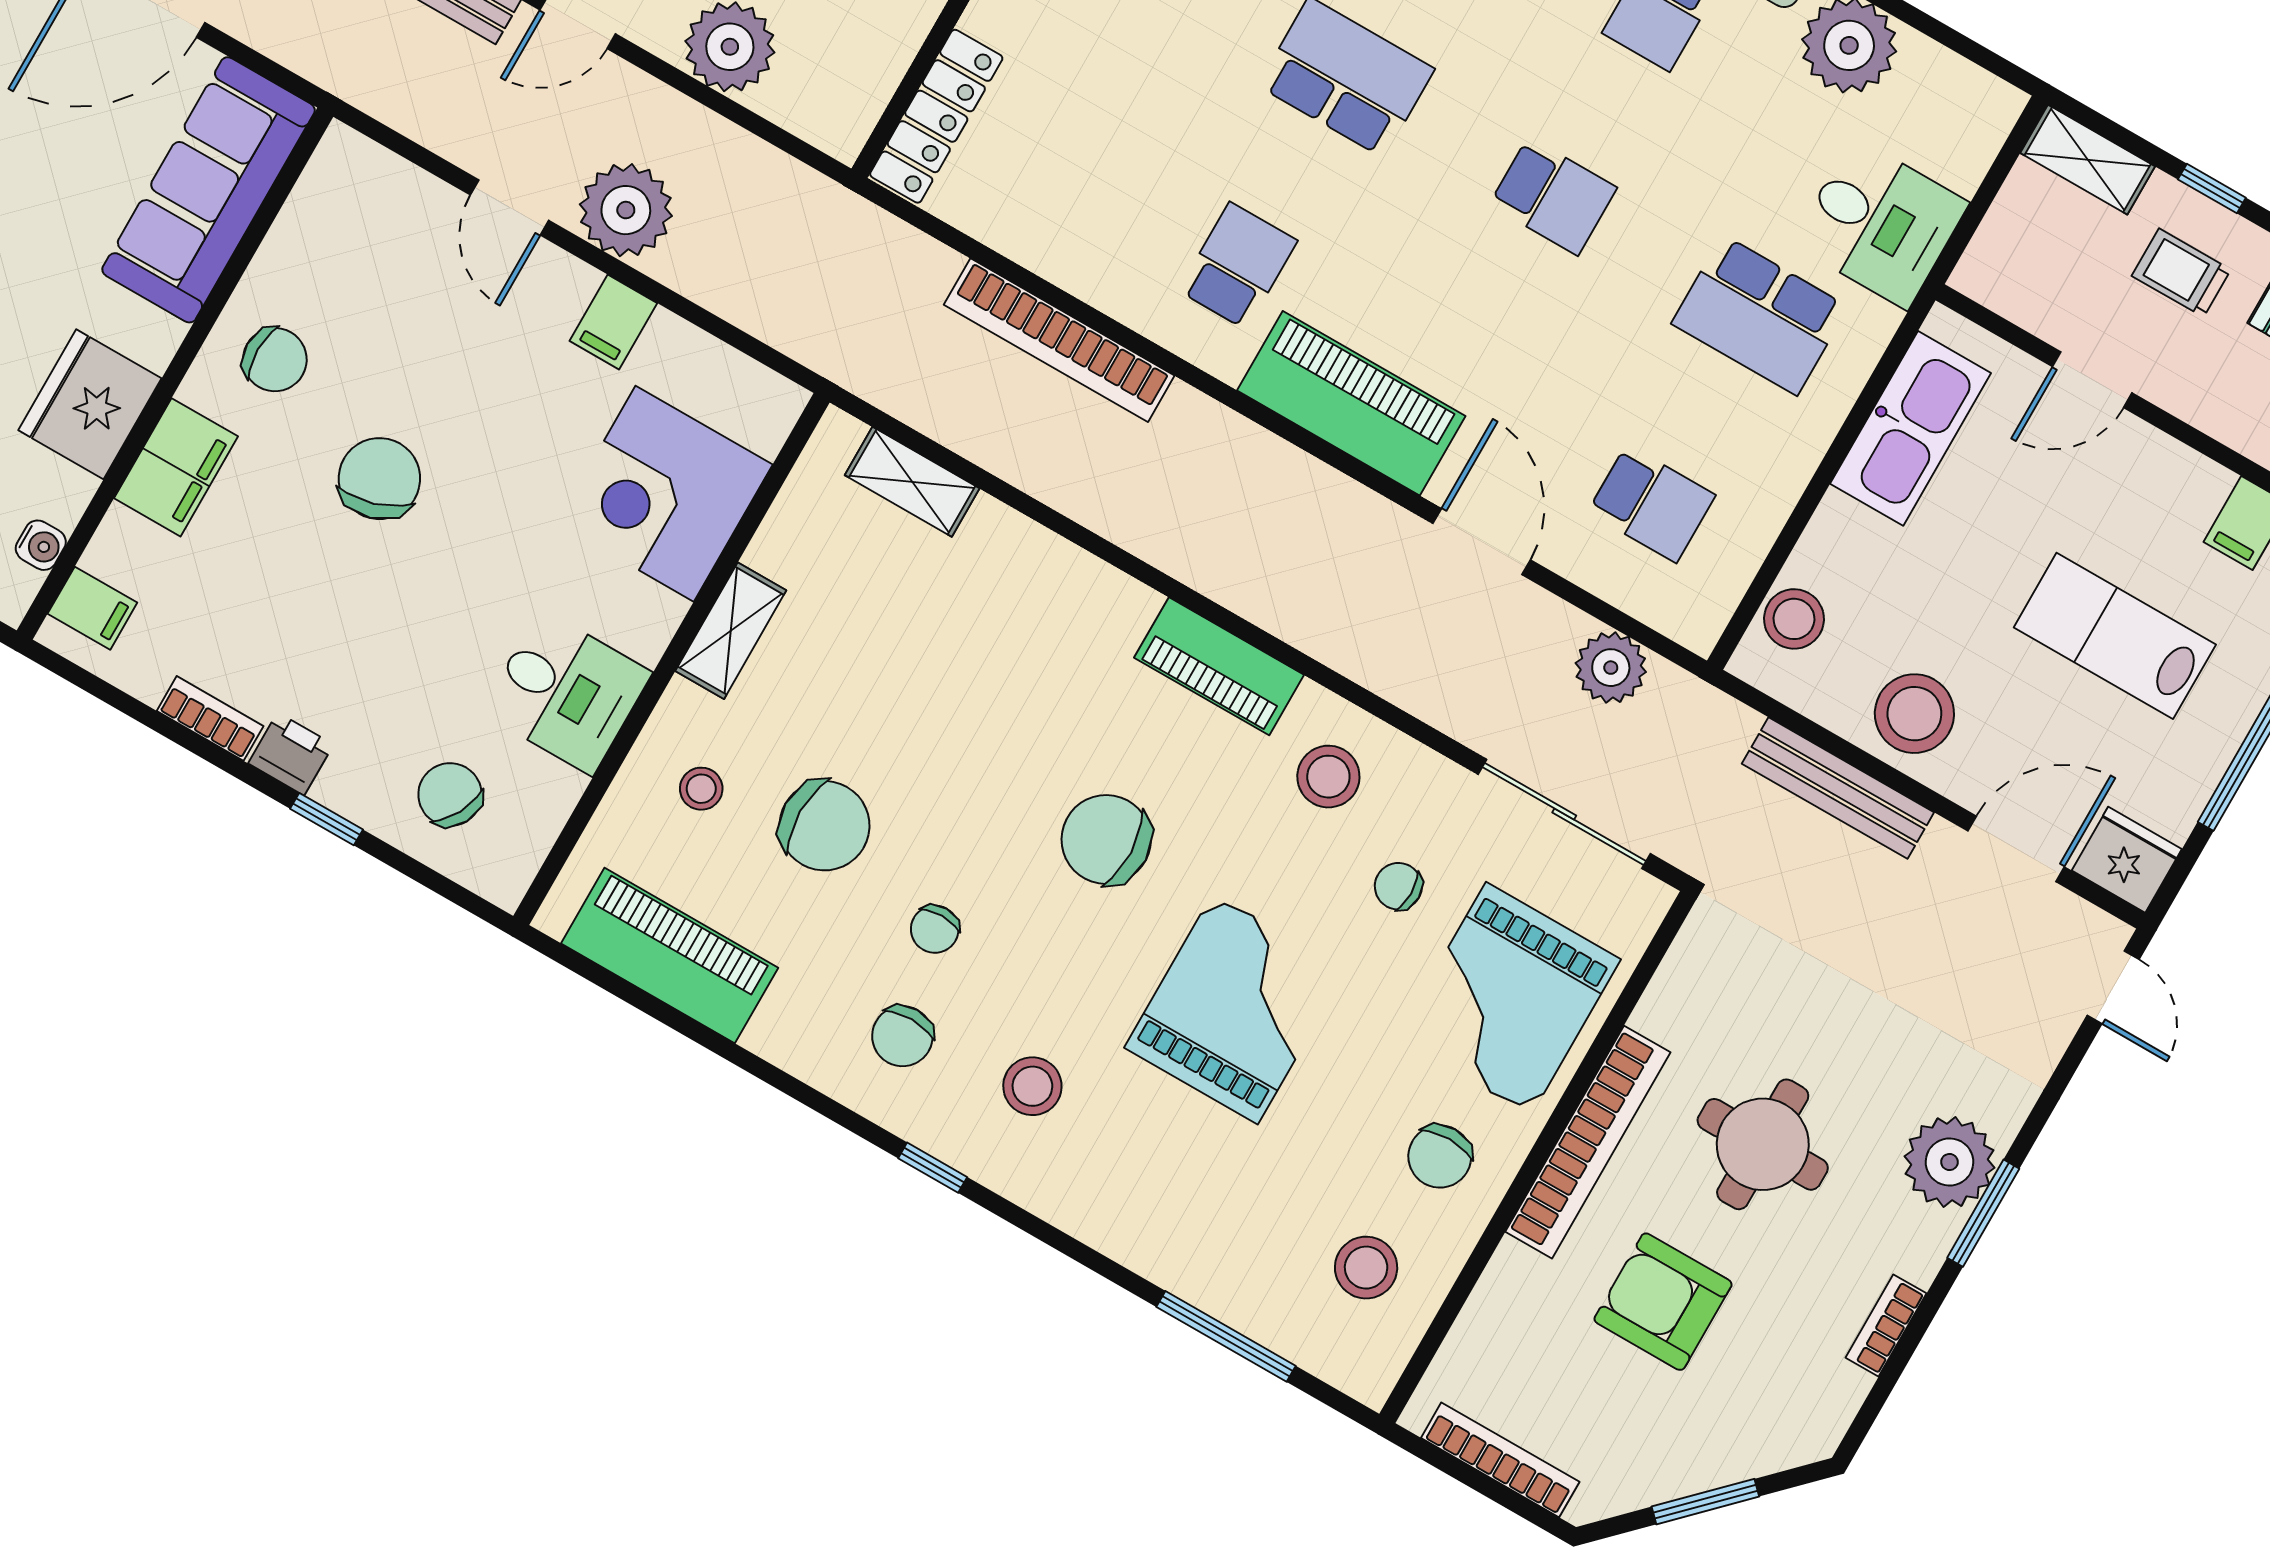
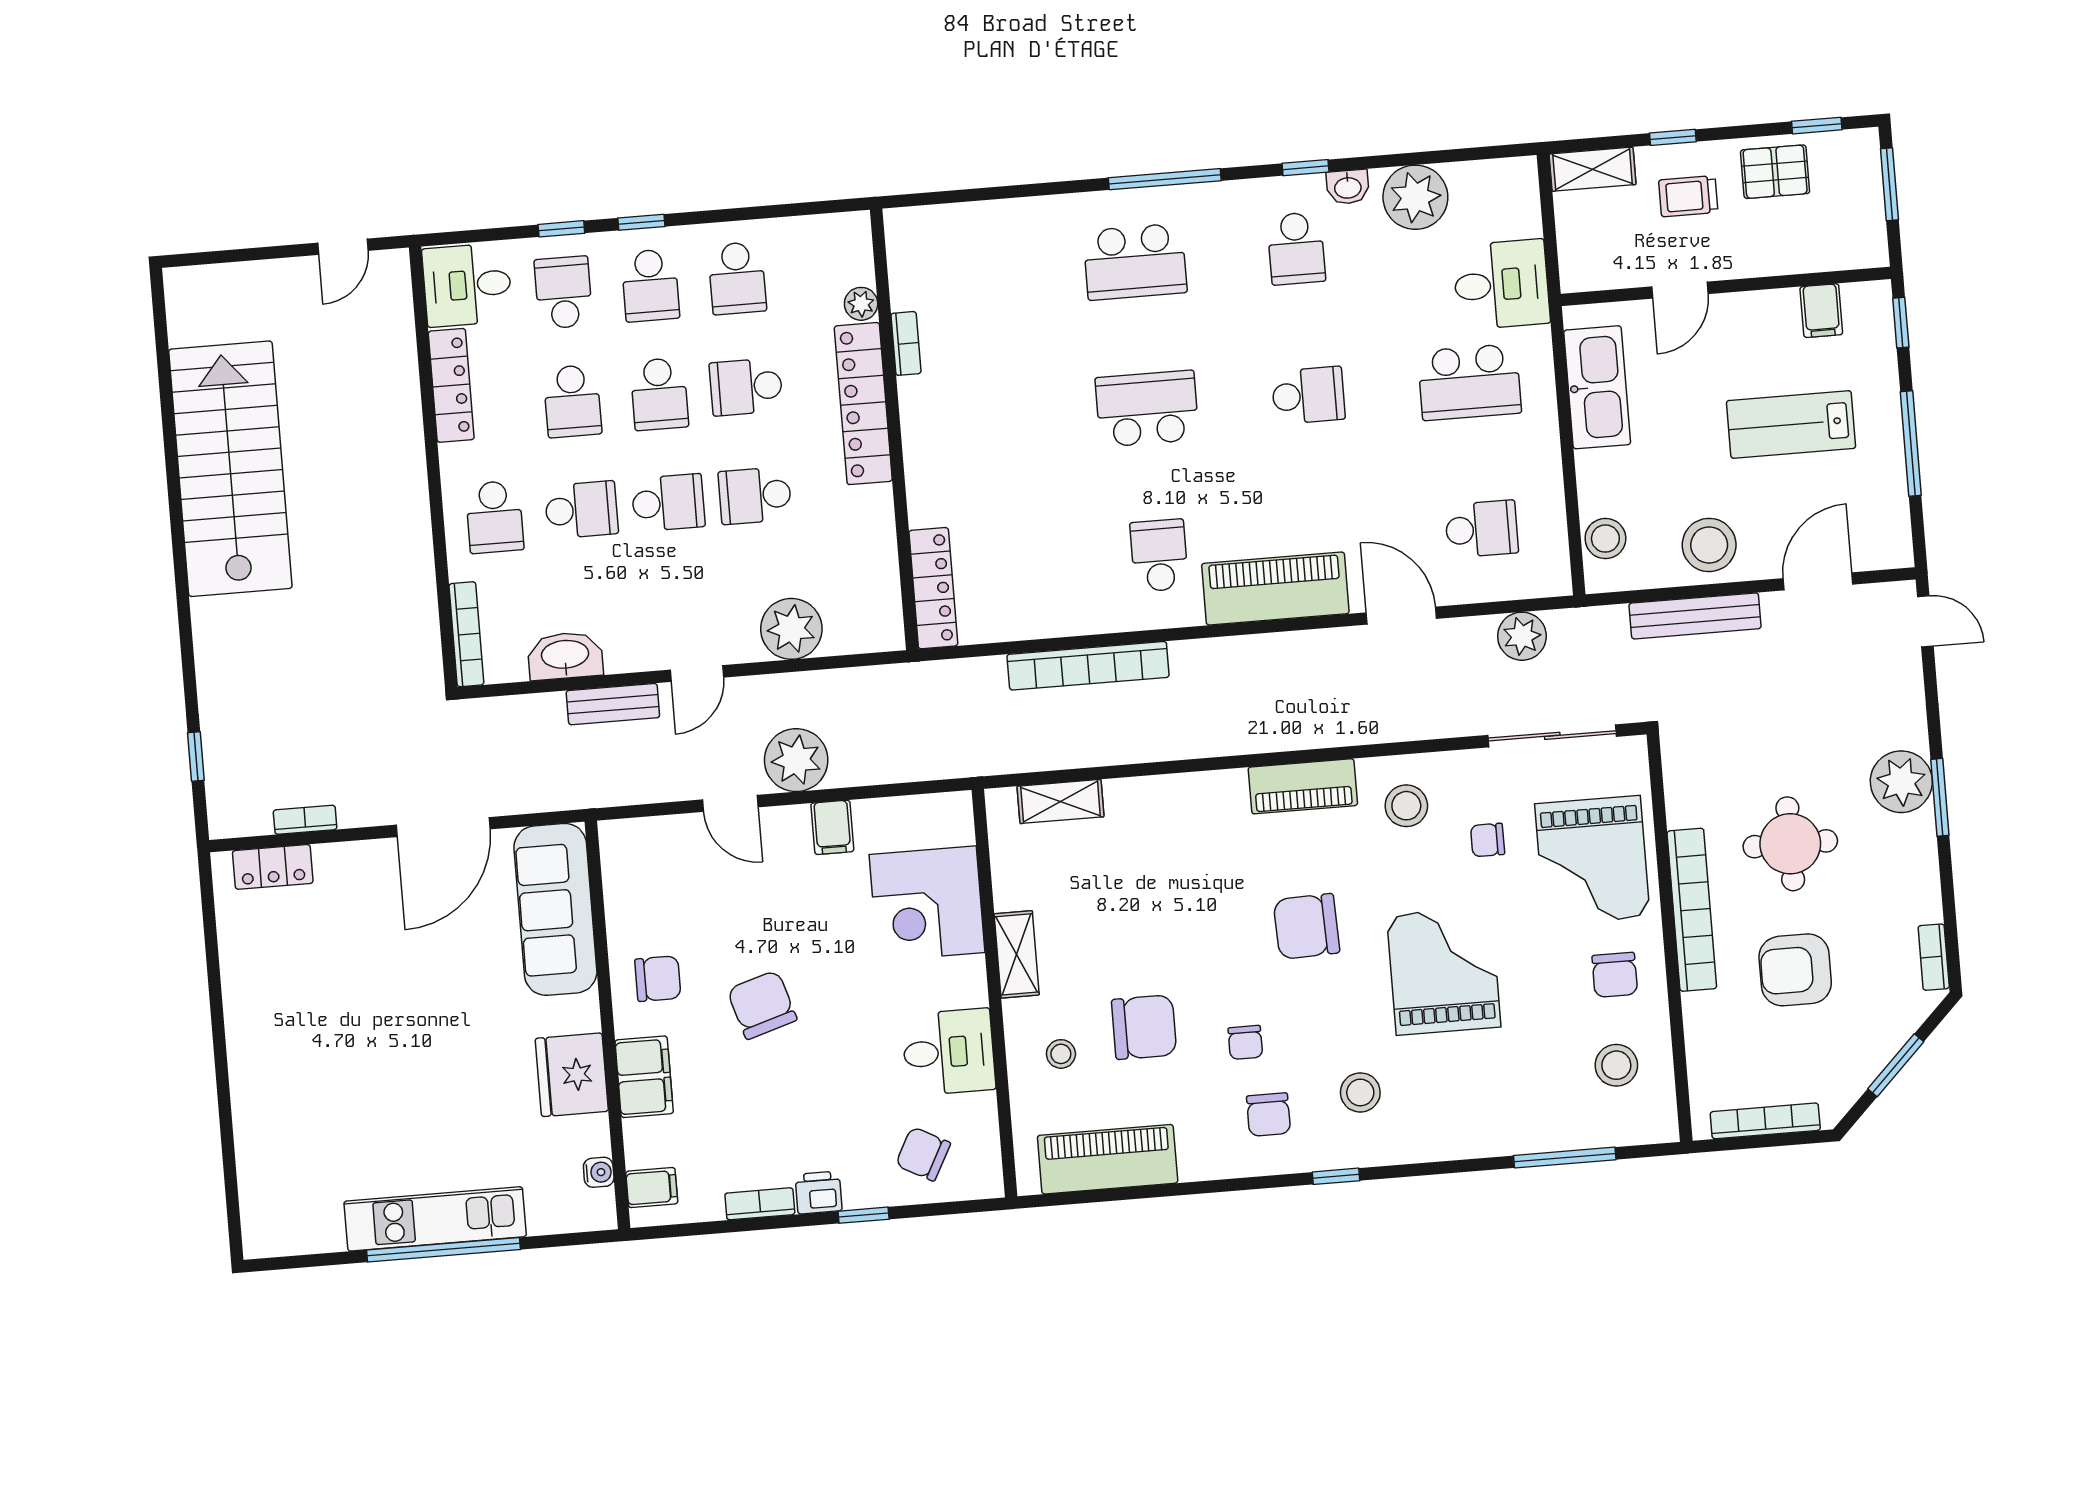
fridge: (2127, 860) -> (1884, 545), removed
bookcase: (1886, 1325) -> (1934, 957), moved

